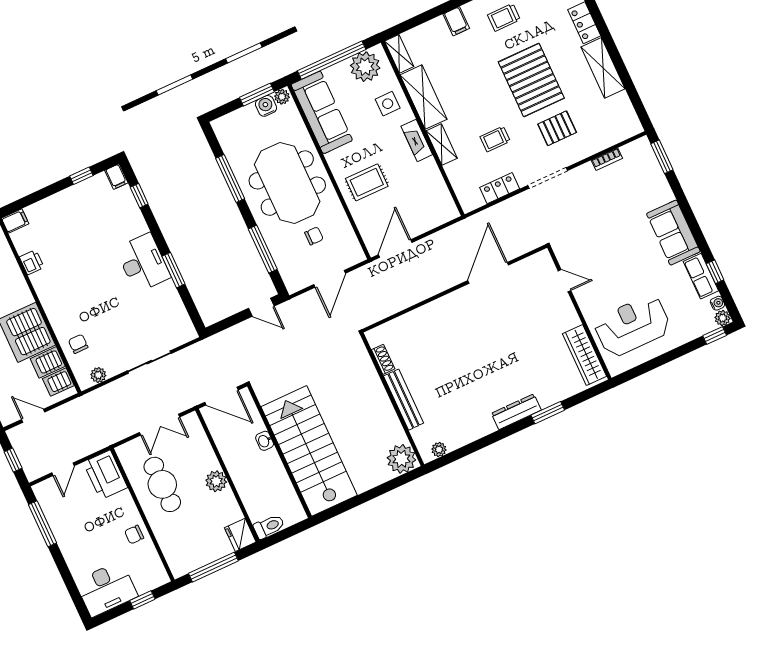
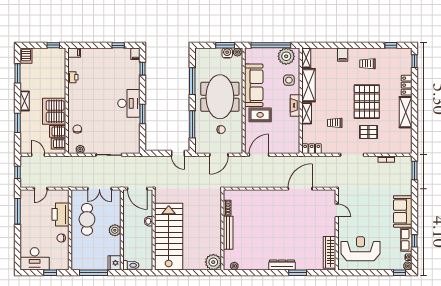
sofa: (322, 112) -> (254, 85), moved
locker: (500, 188) -> (312, 149), moved
printer: (105, 475) -> (61, 214), moved

